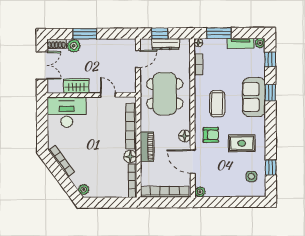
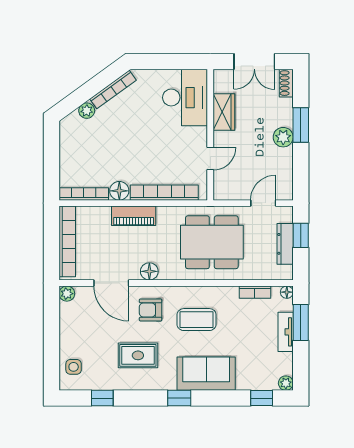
tv unit: (241, 43) -> (286, 332), moved
plant: (74, 46) -> (283, 137), moved
door: (138, 59) -> (263, 203), swing flipped
window: (270, 93) -> (179, 398), moved
armchair: (211, 135) -> (151, 310), turned 90
rug: (242, 143) -> (138, 355), turned 90
door: (193, 162) -> (111, 283), swing flipped
side table: (251, 176) -> (74, 367), moved
plant: (84, 189) -> (87, 111), moved

